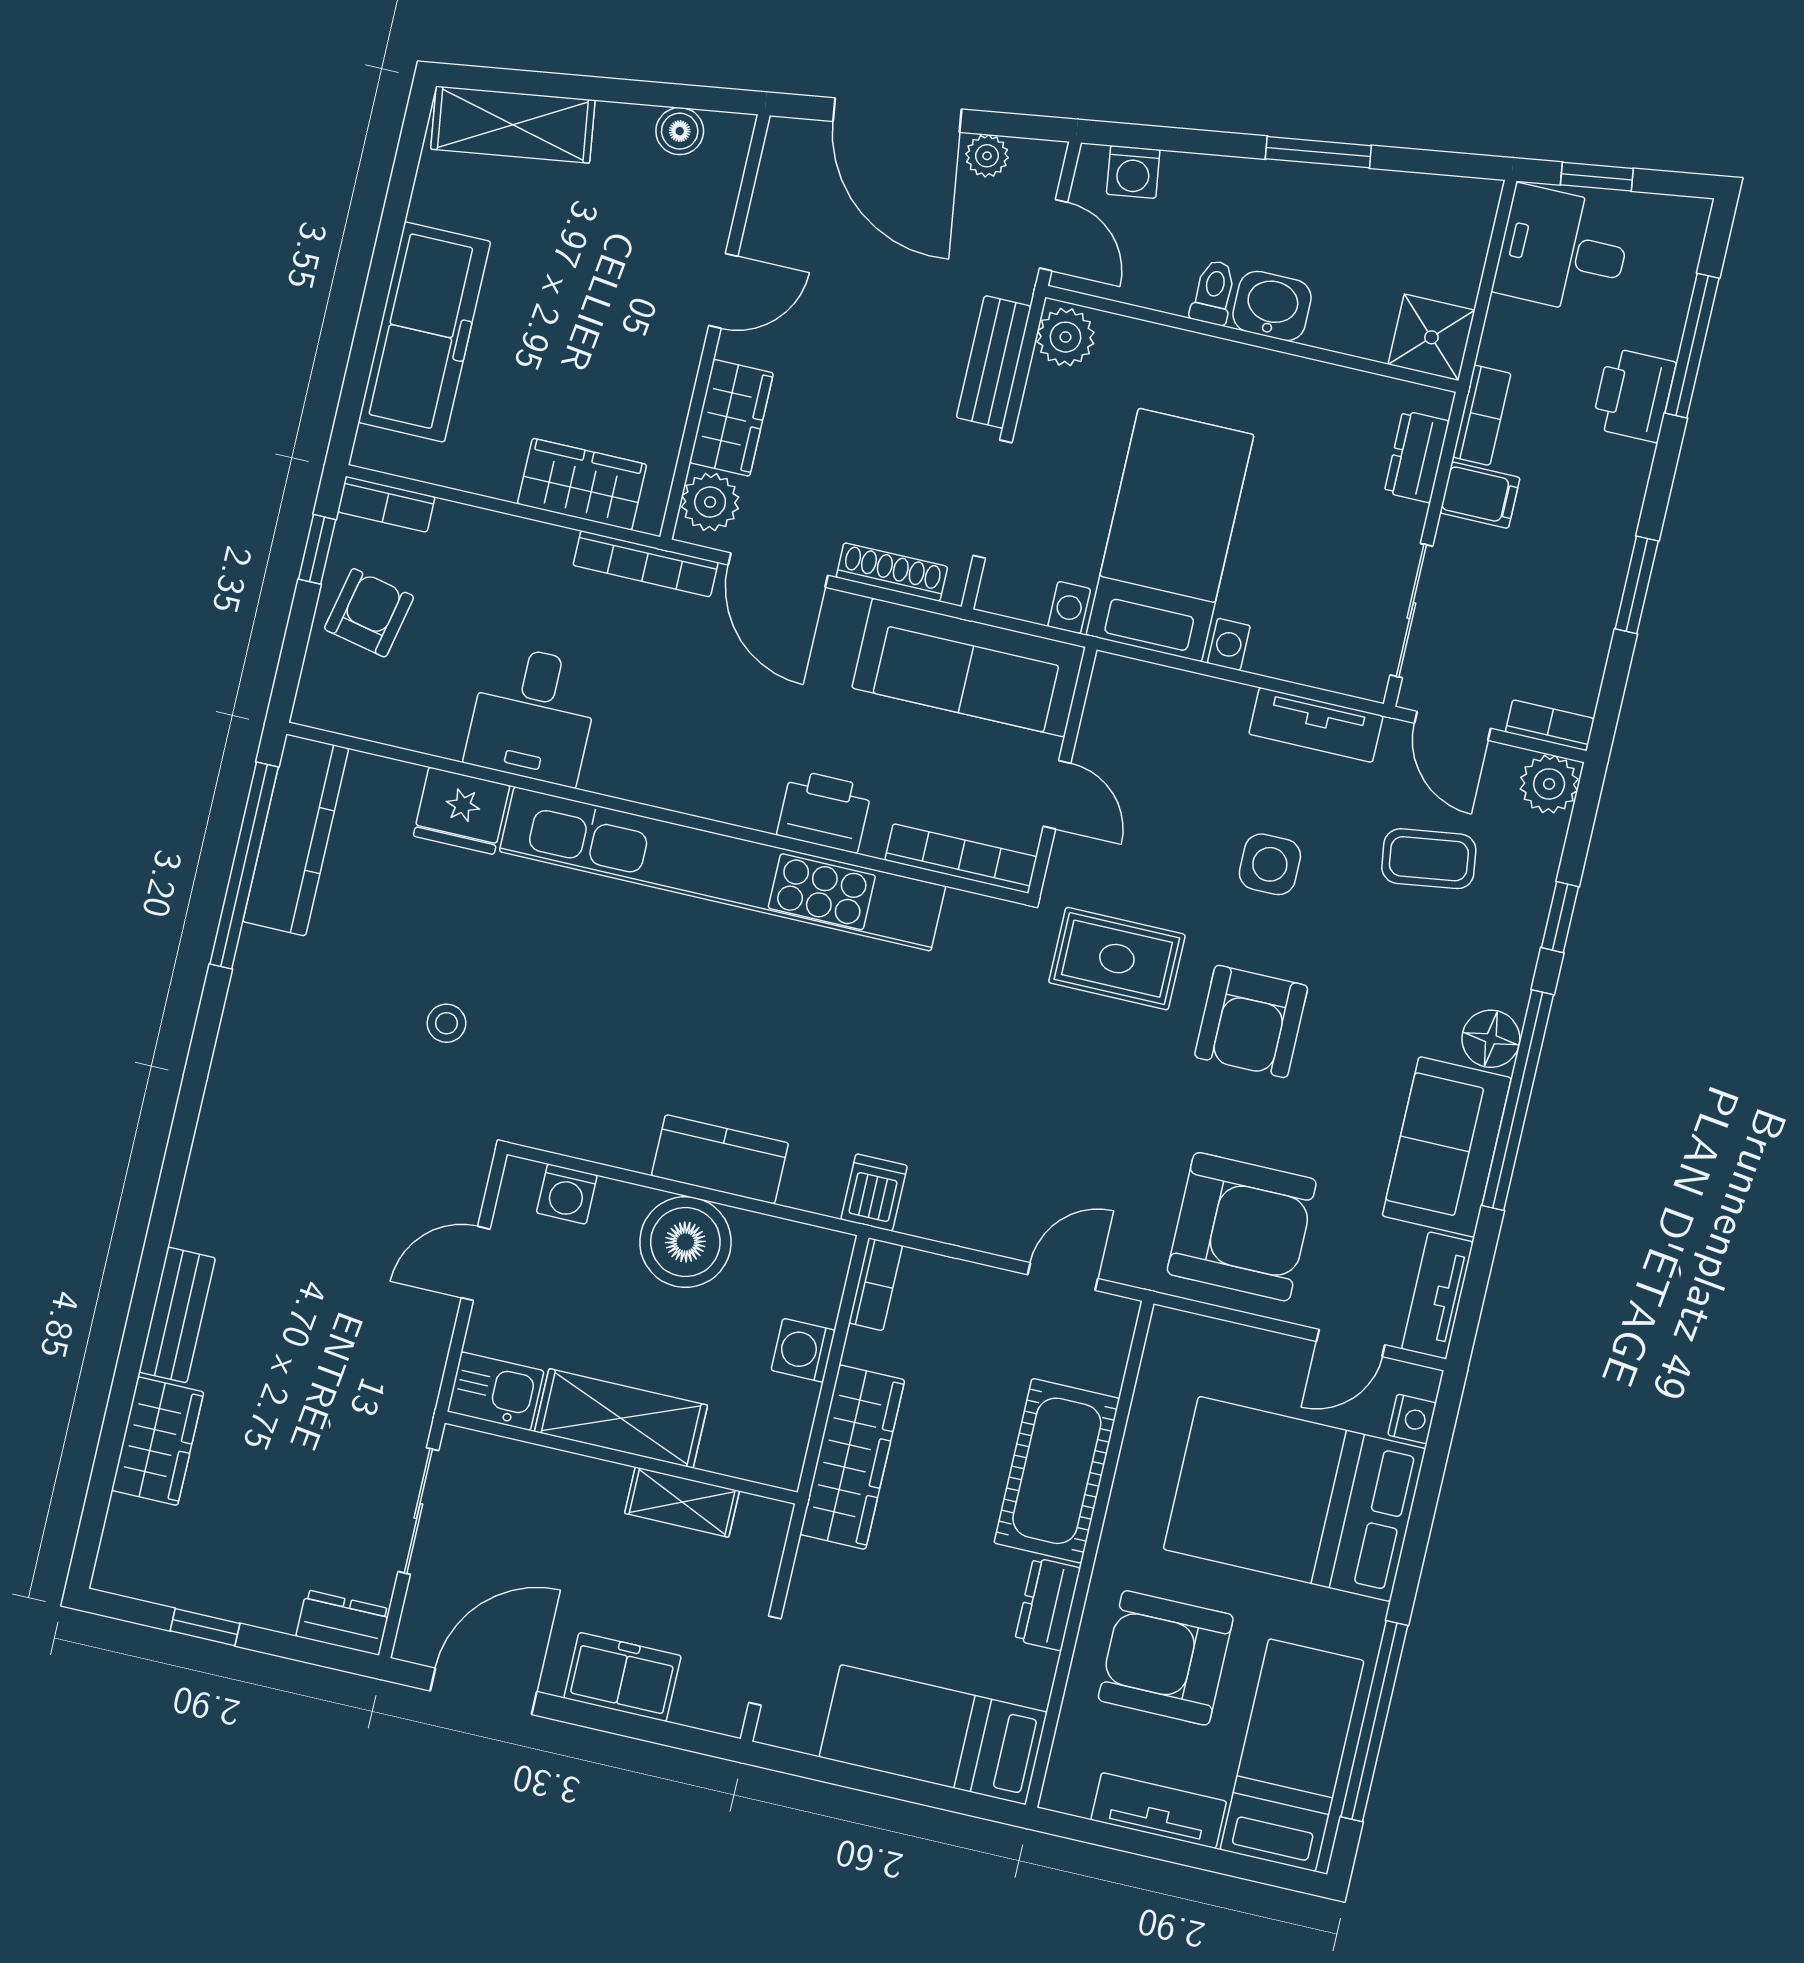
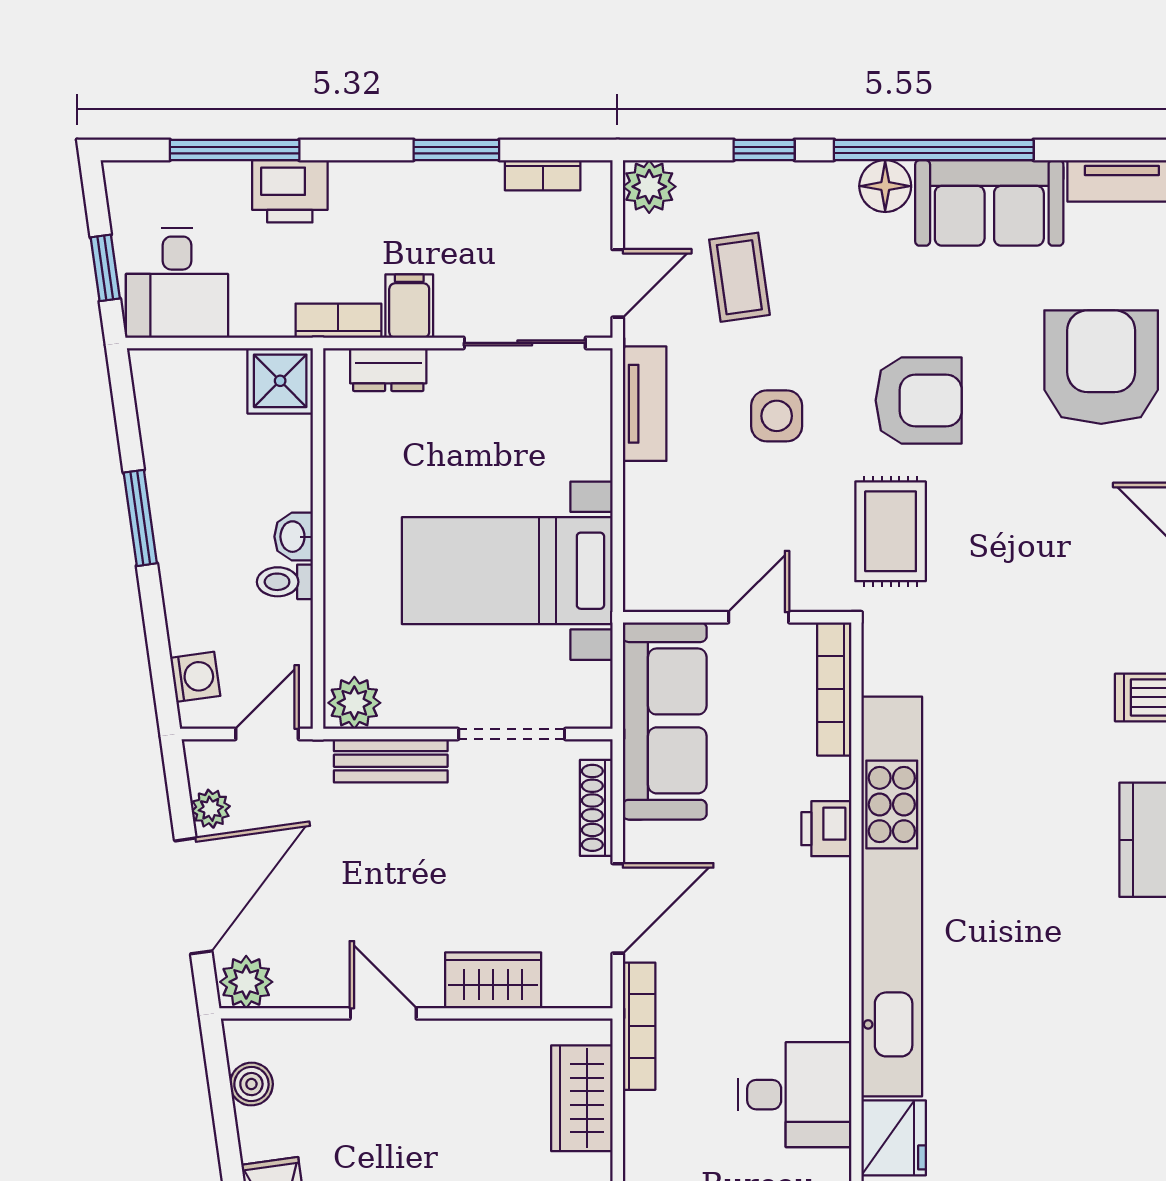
washbasin: (1272, 306) -> (294, 537), width x0.72, depth x0.69
plant: (710, 502) -> (246, 982), moved
bookcase: (1550, 725) -> (543, 175), moved, turned -90
printer: (824, 811) -> (826, 829), width x0.73, depth x0.81
stool: (446, 1023) -> (1084, 1108), removed

